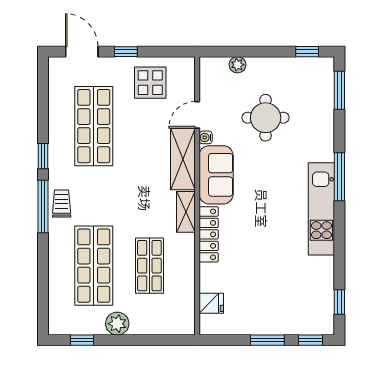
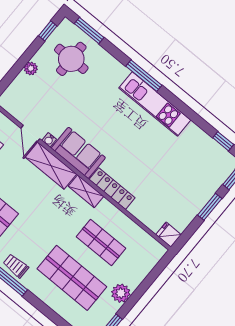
plant: (237, 65) -> (31, 68), moved
round table: (266, 118) -> (71, 59), moved
fridge: (211, 303) -> (169, 235), moved, turned -90

